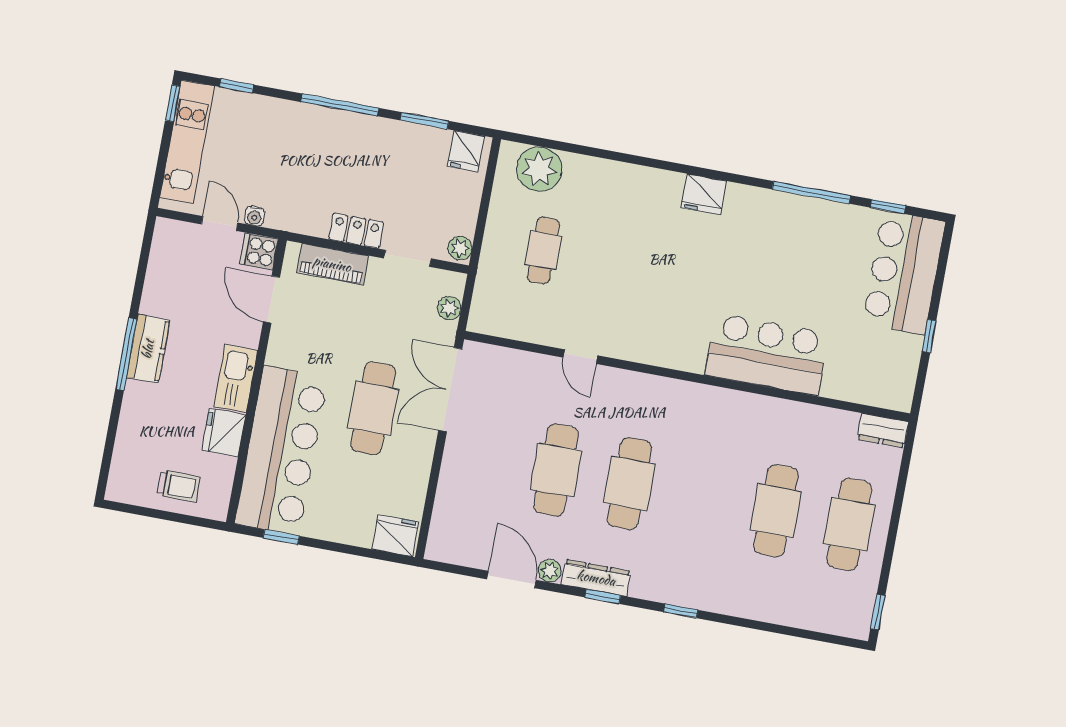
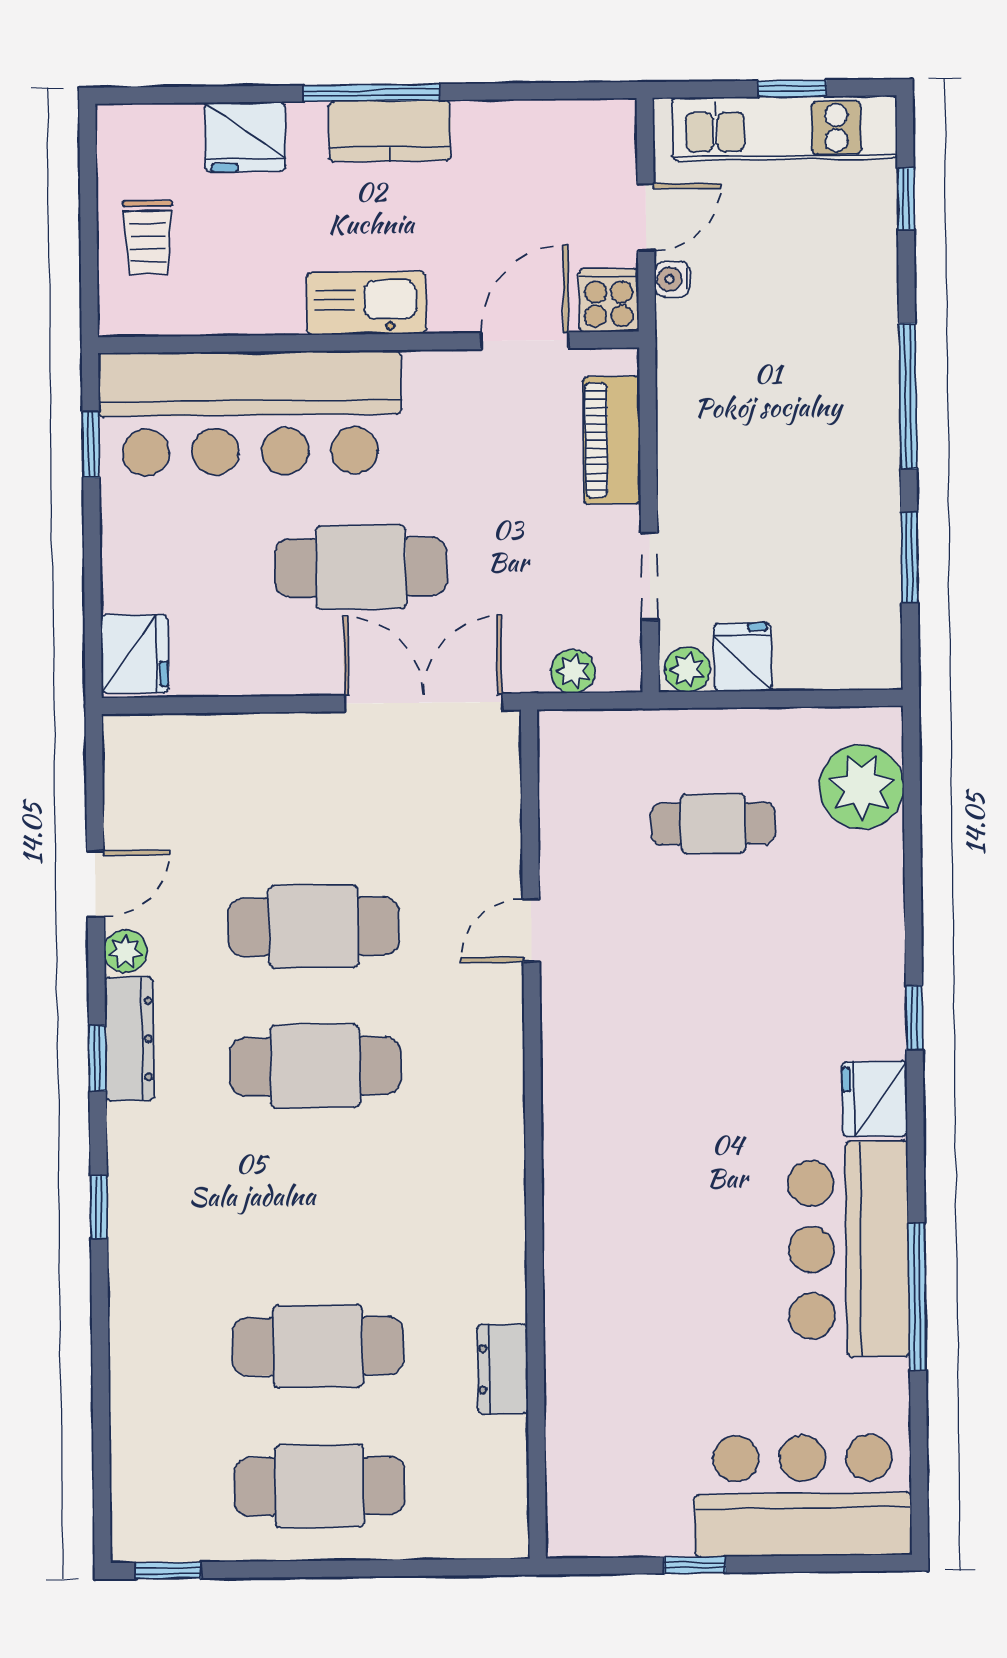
window: (173, 103) -> (792, 88), moved
fridge: (466, 151) -> (743, 657), moved, turned 90
window: (888, 207) -> (914, 1018), moved
locker: (356, 231) -> (682, 472), removed
bar counter: (767, 354) -> (849, 1249), moved, turned 180
dresser: (883, 431) -> (503, 1369), moved
fridge: (224, 433) -> (245, 137), moved, turned 180
door: (511, 580) -> (95, 884), width x0.73

